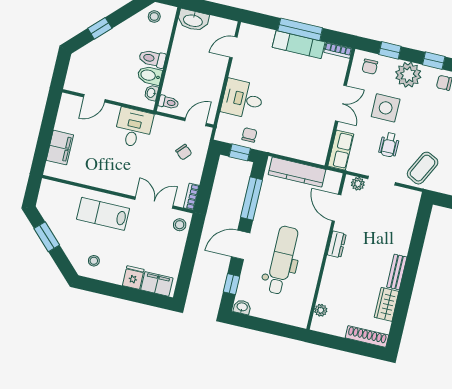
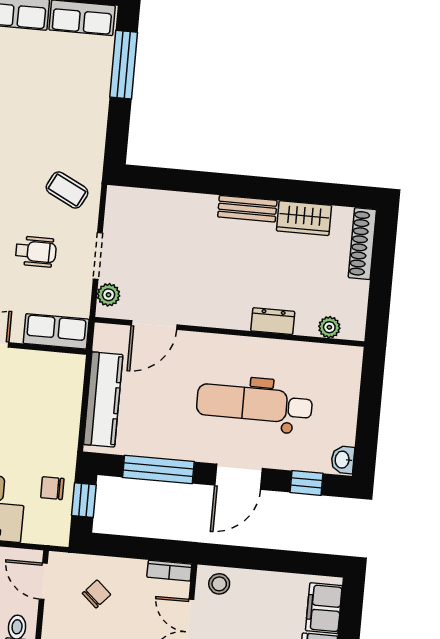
coffee table: (423, 168) -> (67, 190), width x0.73, depth x0.77
dresser: (337, 244) -> (273, 321), moved
door: (241, 245) -> (239, 477), hinge flipped

